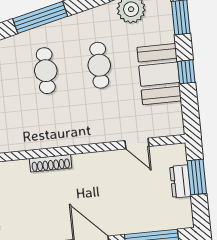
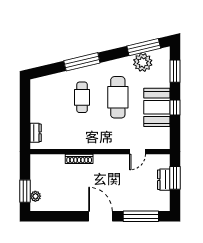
cafe table: (99, 65) -> (118, 97), width x1.37, depth x1.35
door: (137, 143) -> (137, 152), hinge flipped

